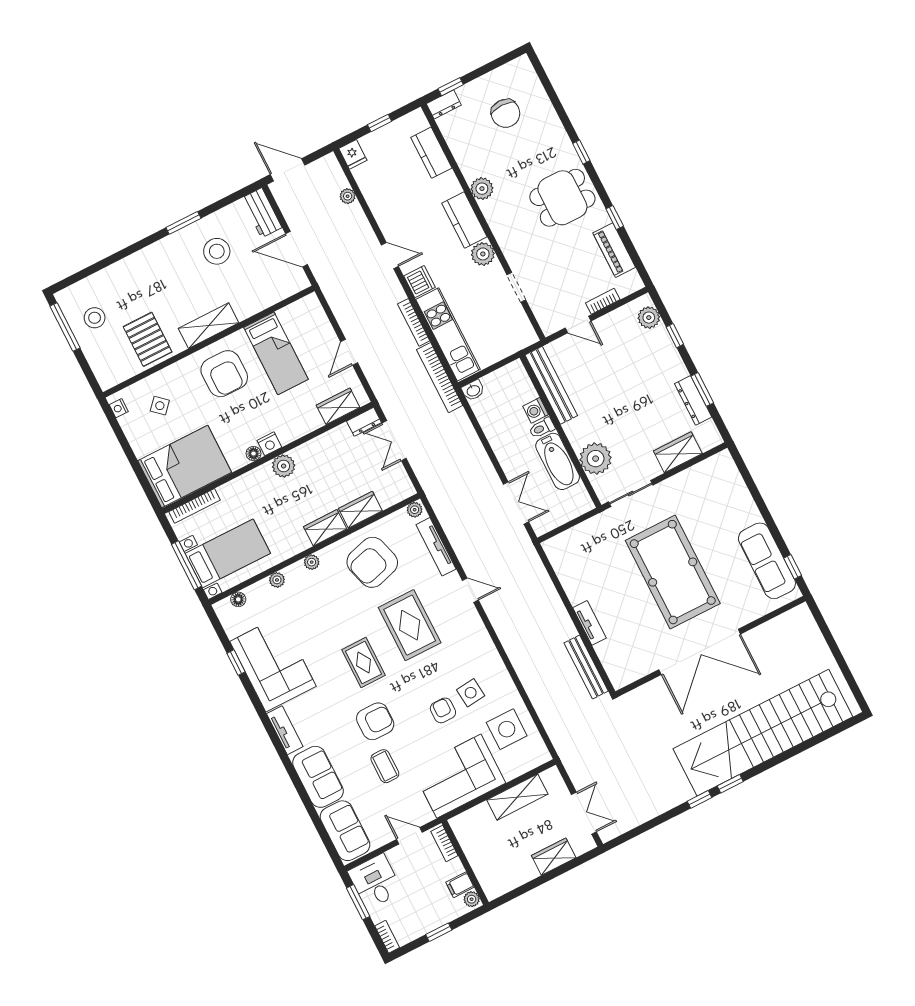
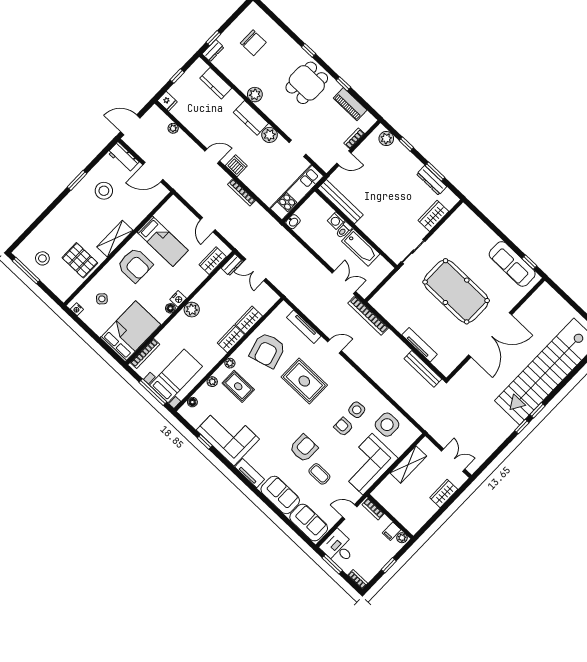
kitchen unit: (448, 334) -> (297, 192), moved, turned -90
bookcase: (440, 378) -> (368, 316), moved
plant: (596, 459) -> (384, 238), removed
plant: (415, 510) -> (282, 308), removed
tv unit: (589, 623) -> (420, 345), width x1.41
rug: (364, 663) -> (238, 386), moved

